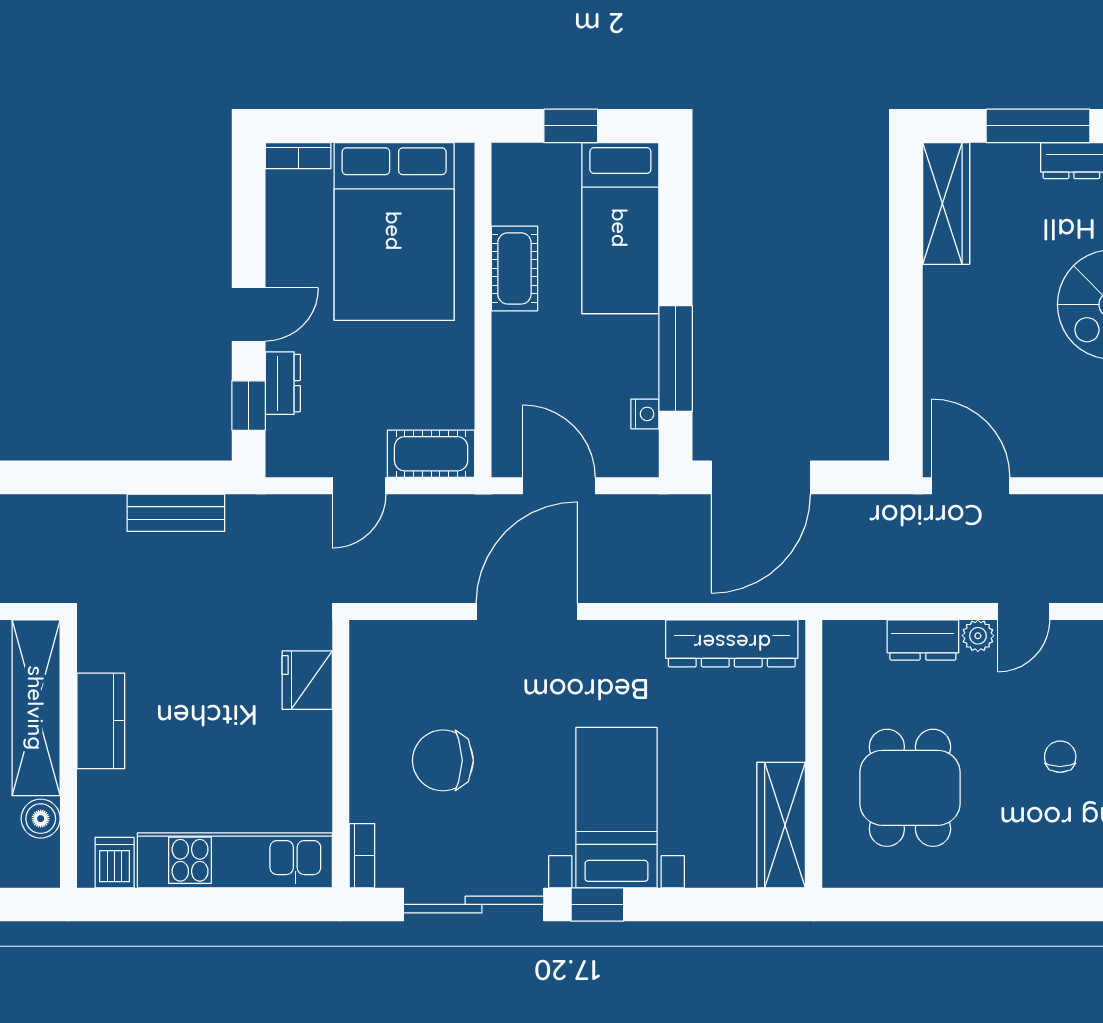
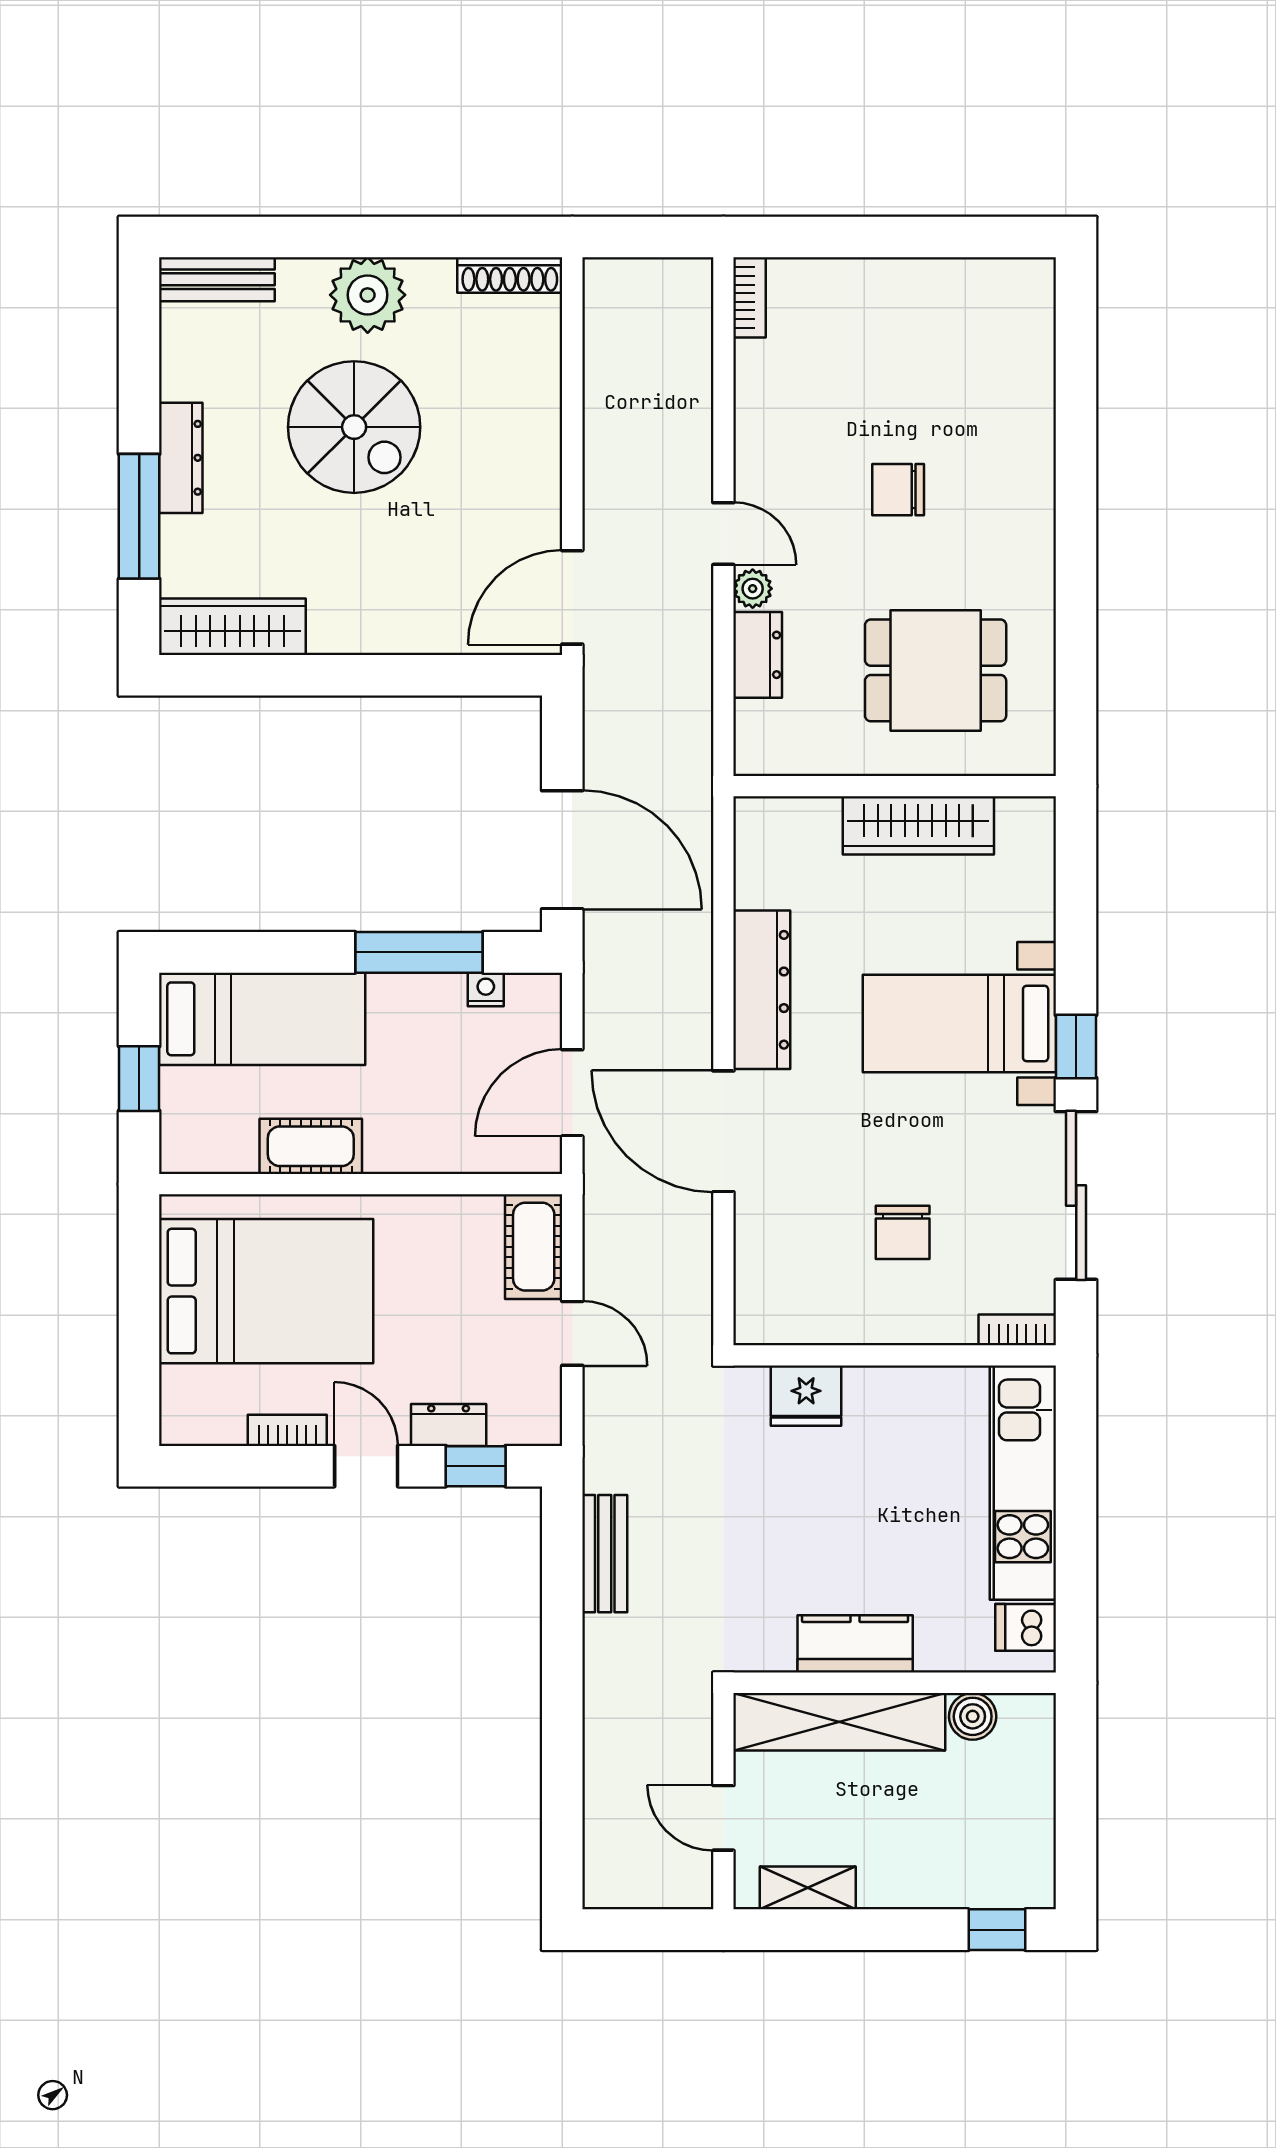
bookcase: (298, 156) -> (287, 1430), moved, turned -90
dresser: (732, 643) -> (762, 990), moved
chair: (1060, 757) -> (898, 490), width x1.37, depth x1.37
chair: (443, 760) -> (903, 1232), width x0.73, depth x0.73
wardrobe: (781, 825) -> (918, 825), moved

